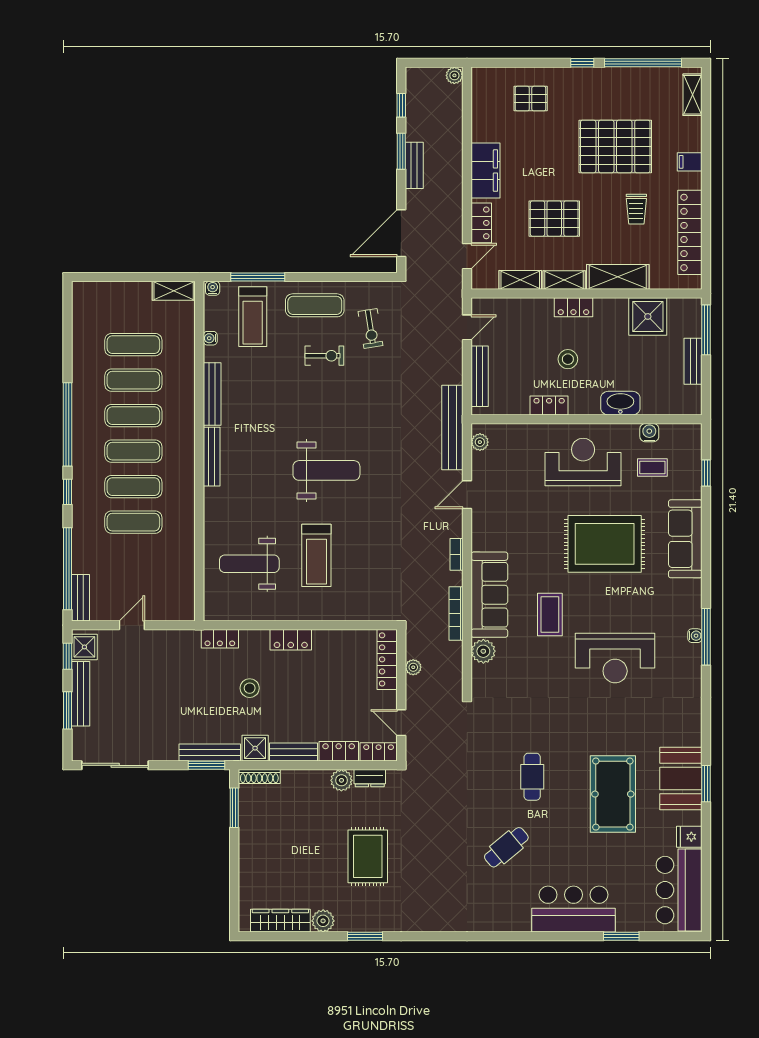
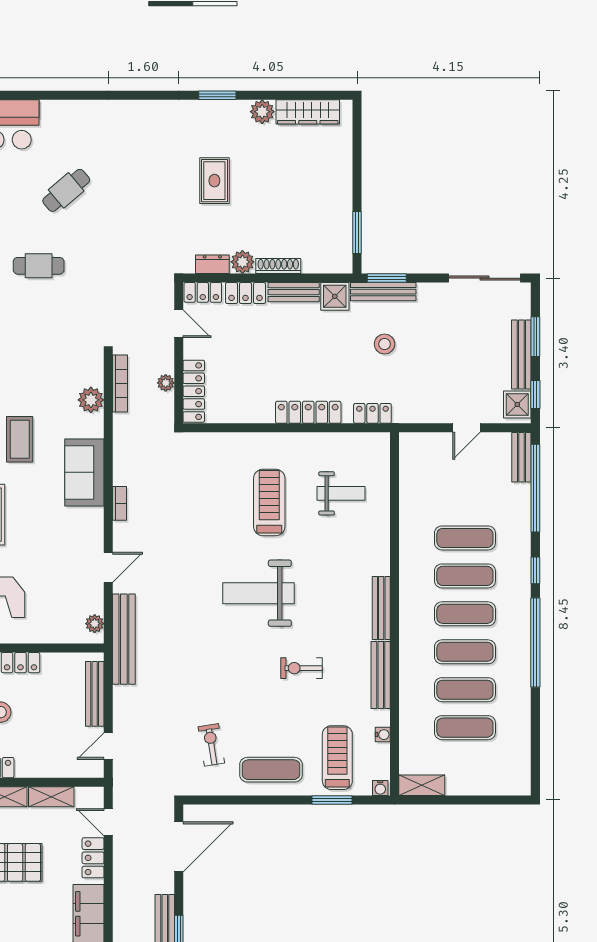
door: (467, 256) -> (108, 822), hinge flipped
window: (258, 277) -> (332, 800), width x0.69
exercise bike: (324, 356) -> (302, 668), moved
weight bench: (249, 564) -> (341, 493), width x0.73, depth x0.75
sofa: (489, 595) -> (84, 472), width x0.73
bookcase: (456, 613) -> (120, 383), moved
locker: (291, 640) -> (308, 412), width x1.53
stool: (250, 688) -> (385, 344), moved
shoe rack: (259, 776) -> (278, 266), moved
cafe table: (532, 777) -> (39, 266), turned 90
rug: (368, 856) -> (214, 181), width x0.73, depth x0.70

